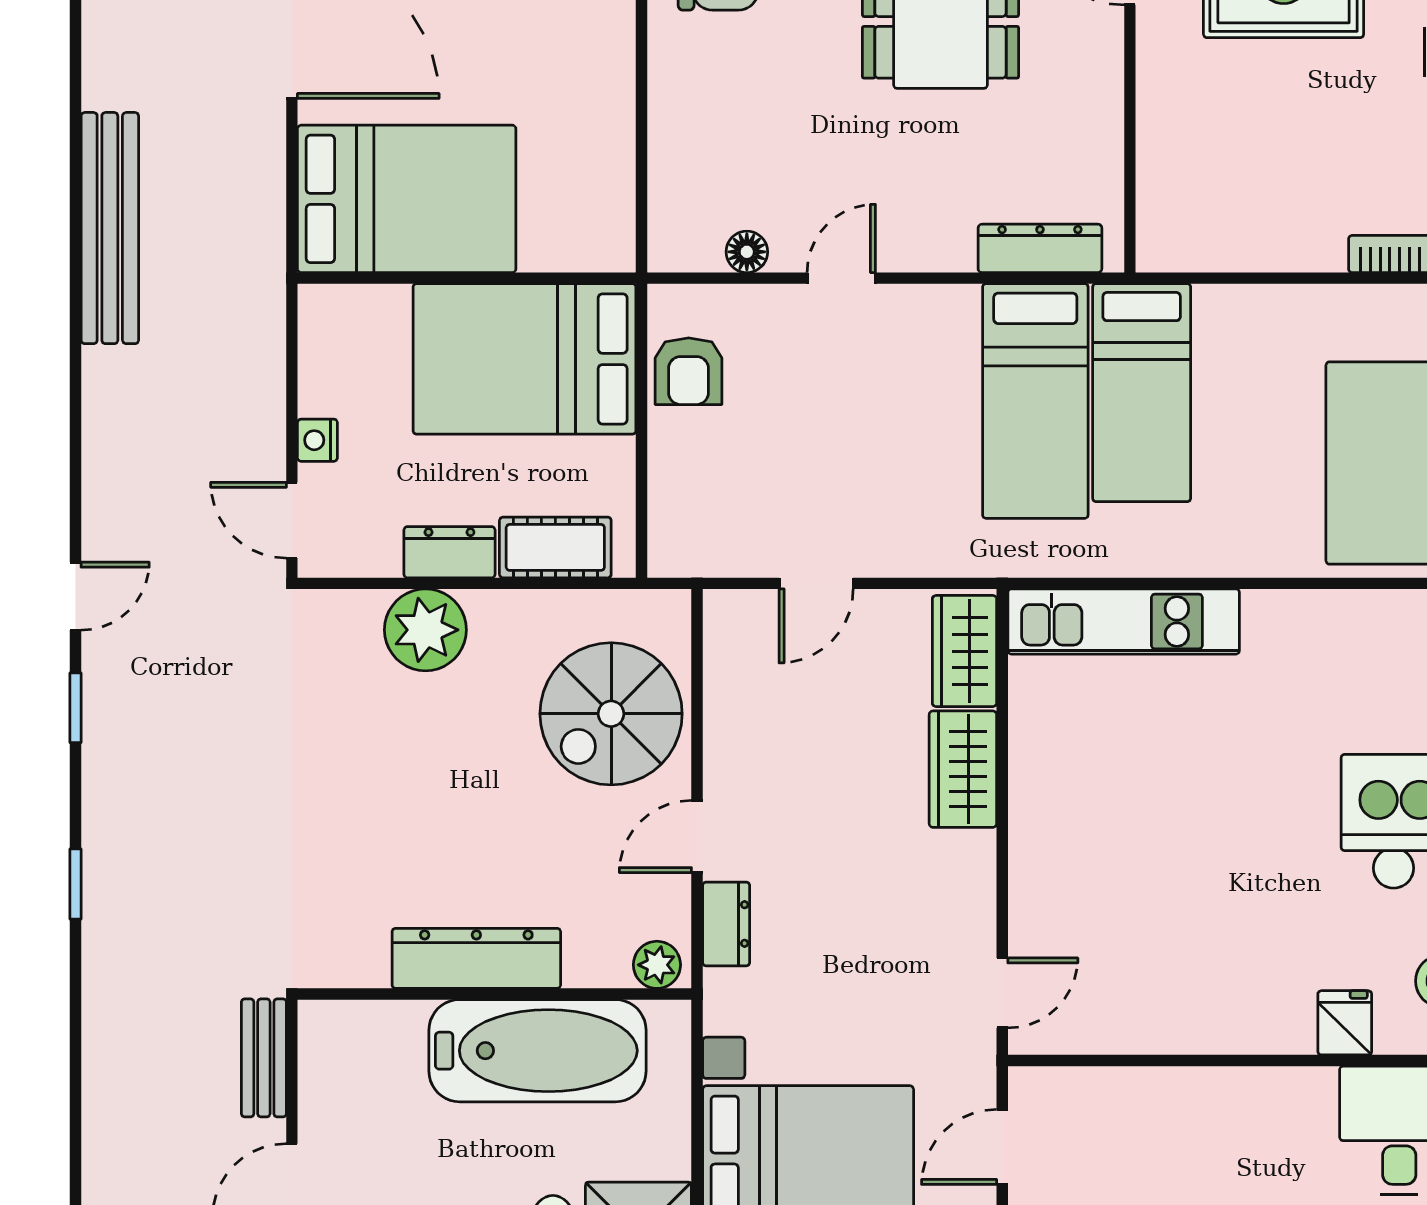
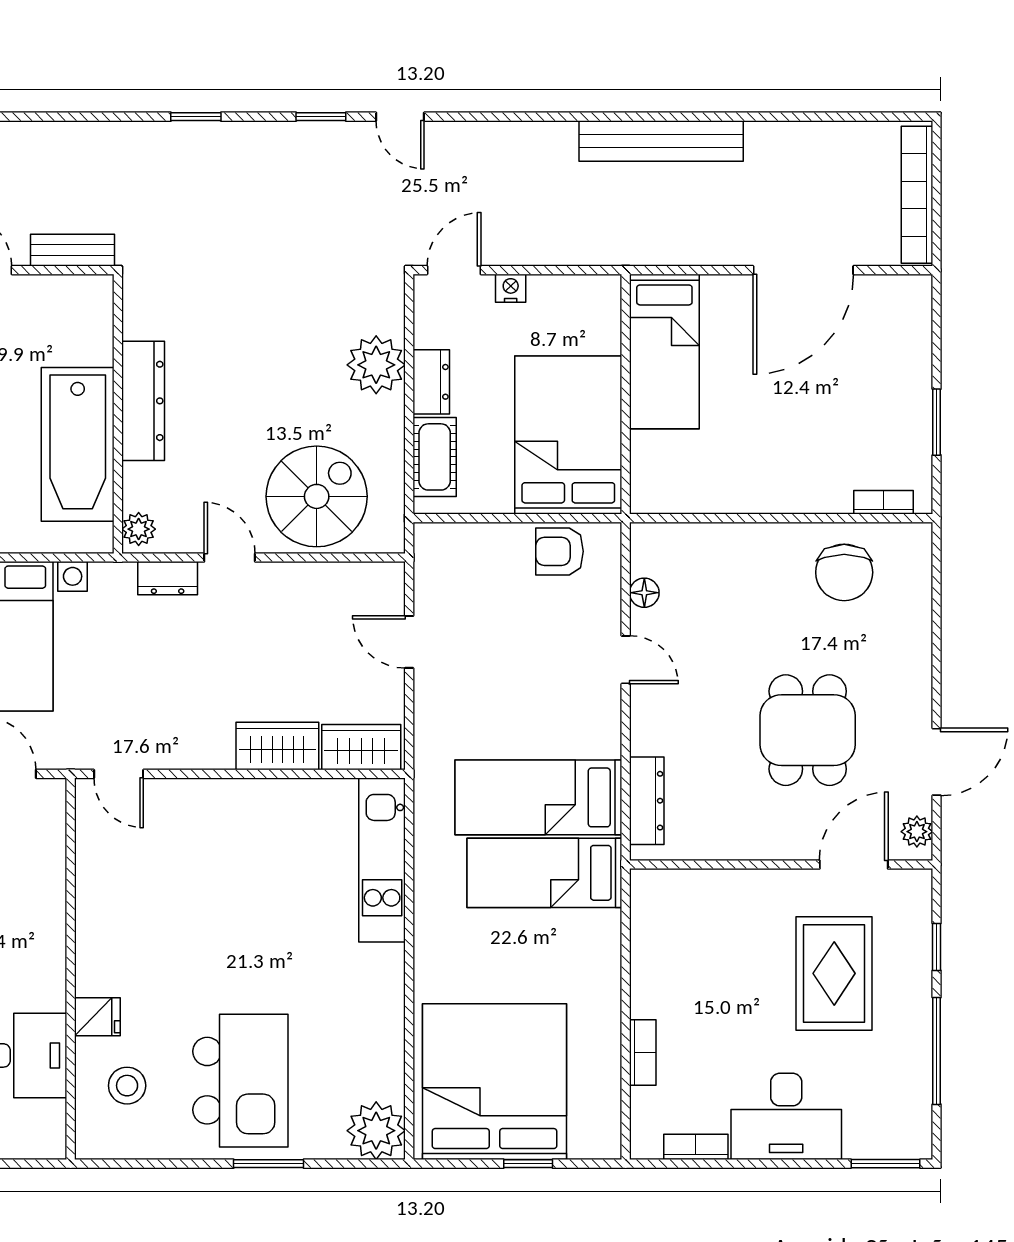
bed: (407, 199) -> (664, 351), width x0.67
spiral stairs: (611, 714) -> (317, 496), turned 90

